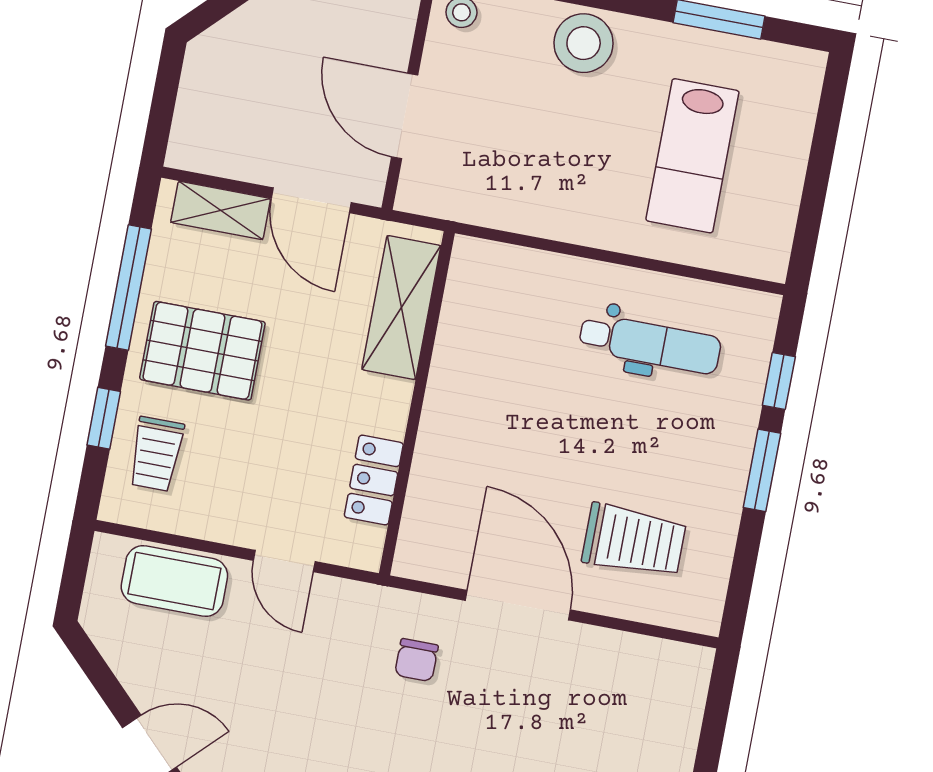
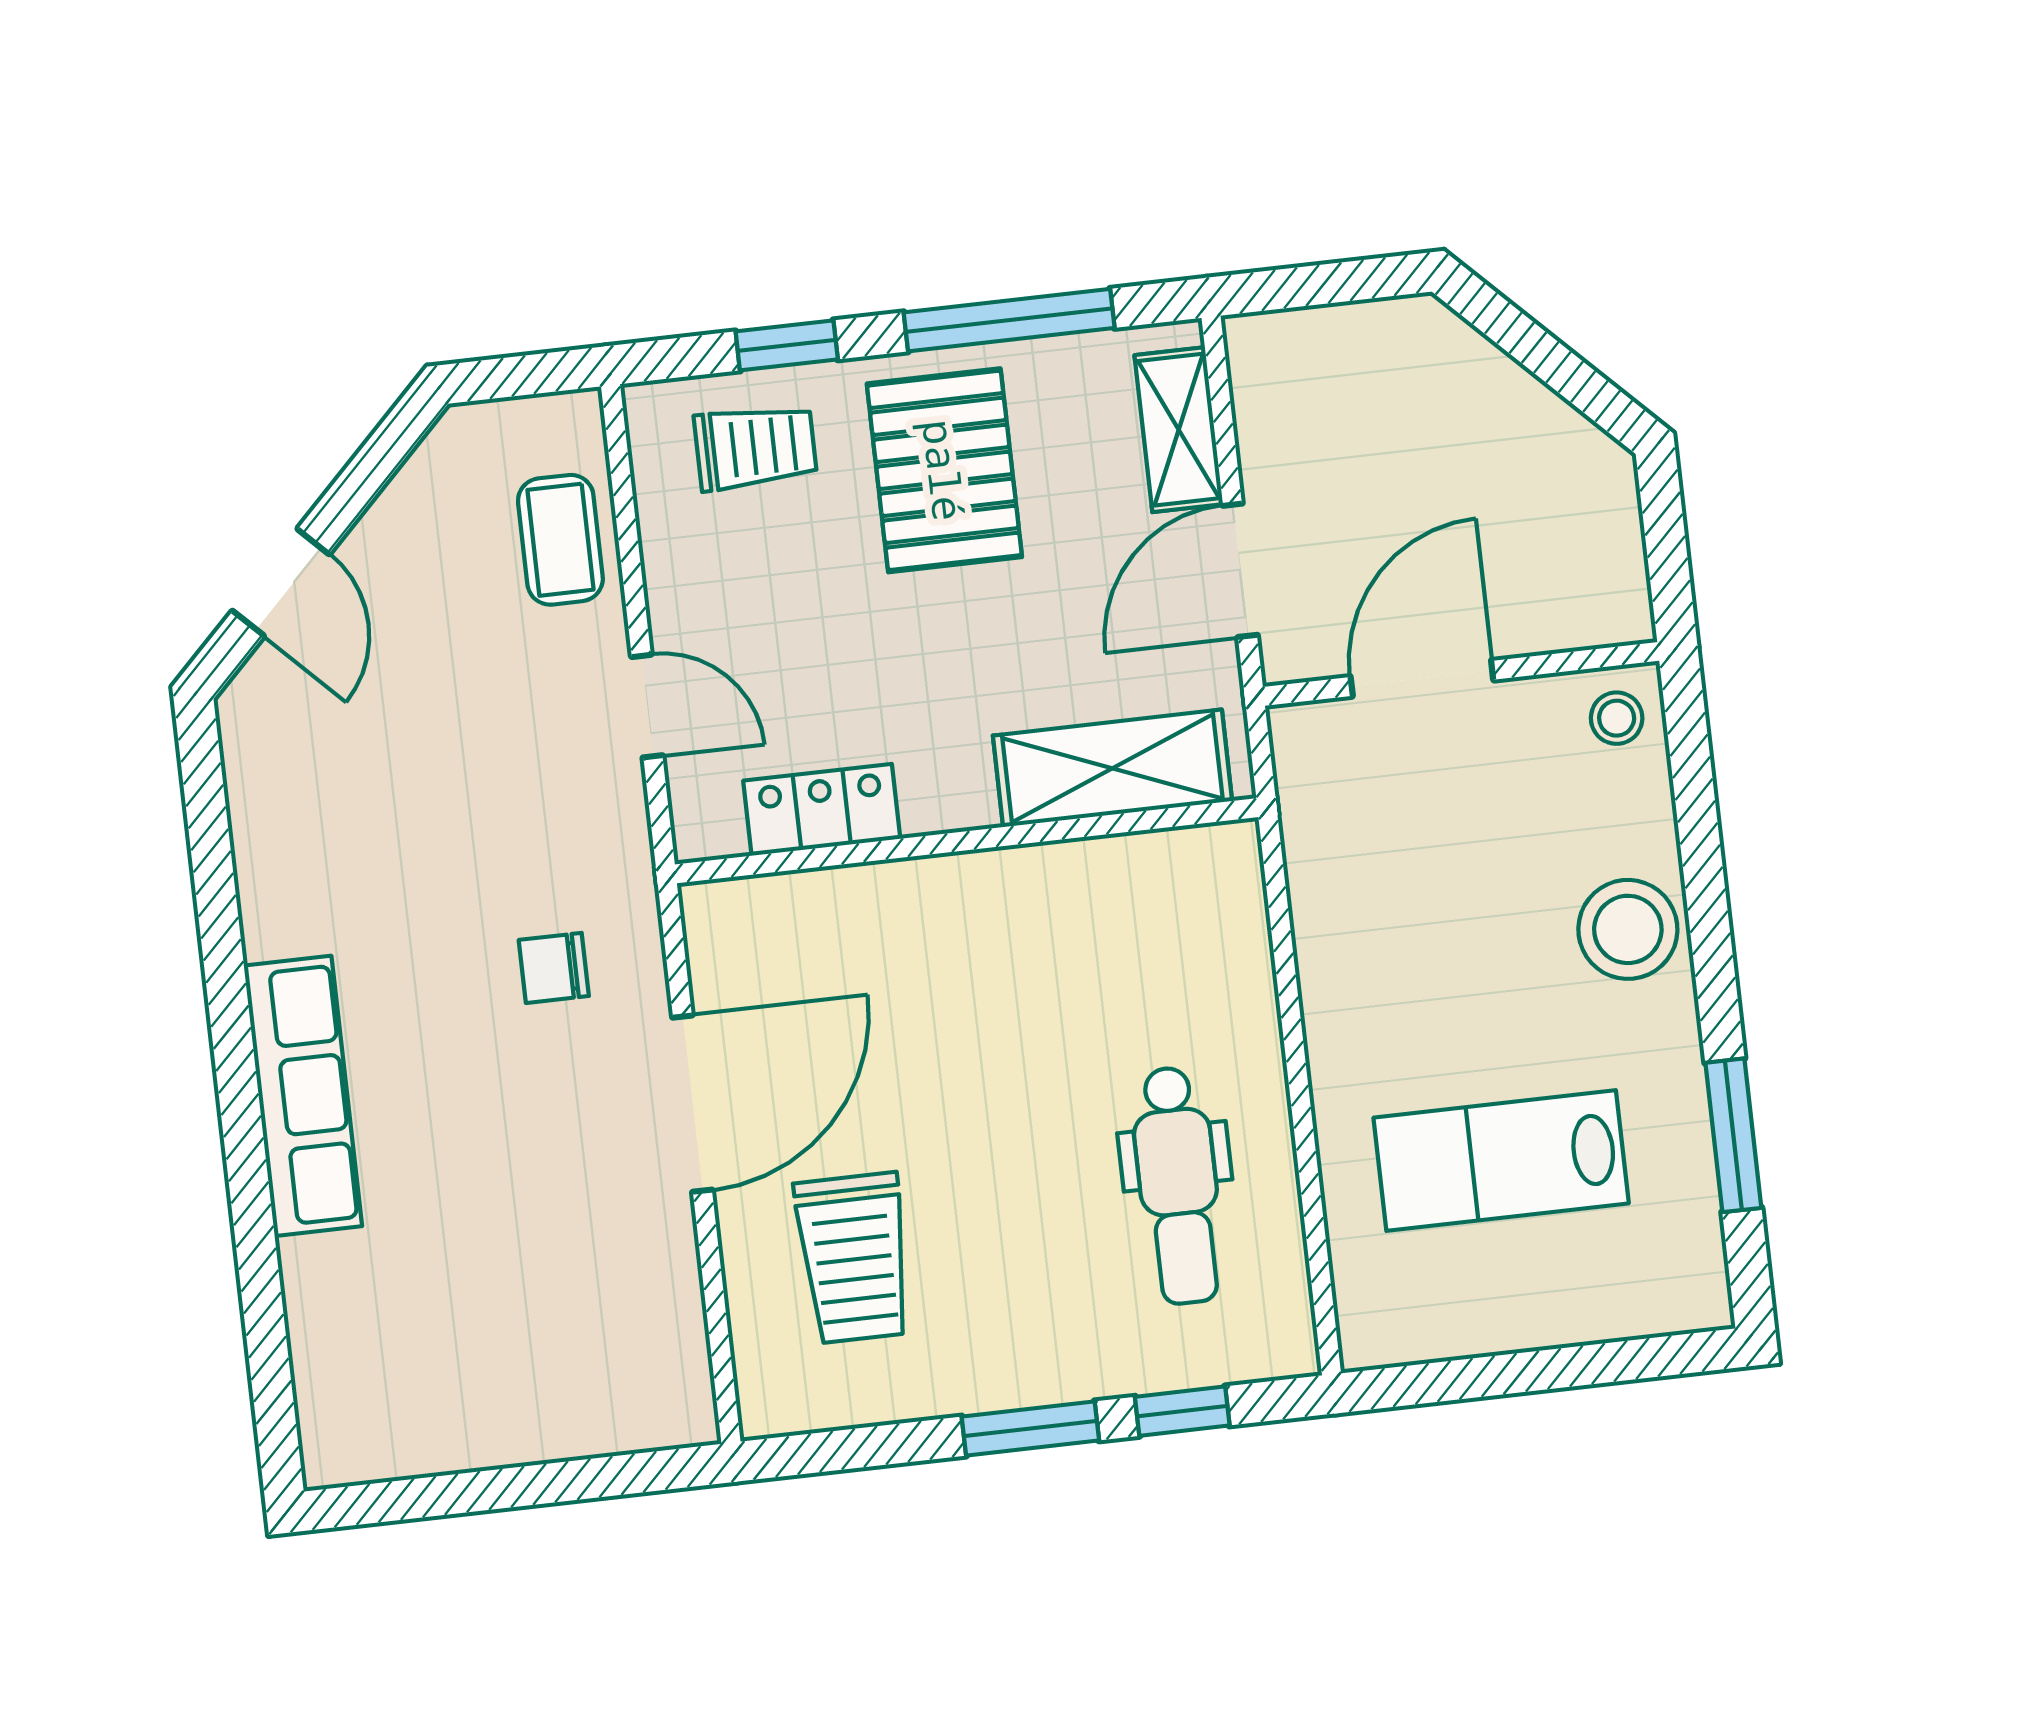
trolley: (156, 454) -> (755, 447), turned 180
door: (284, 561) -> (647, 706), swing flipped
coffee table: (174, 581) -> (560, 540), width x0.73, depth x0.77

